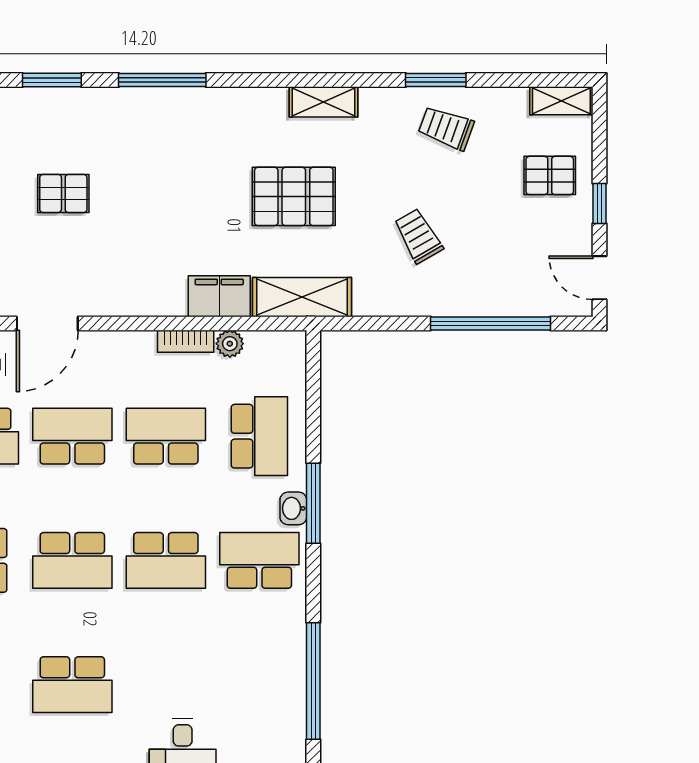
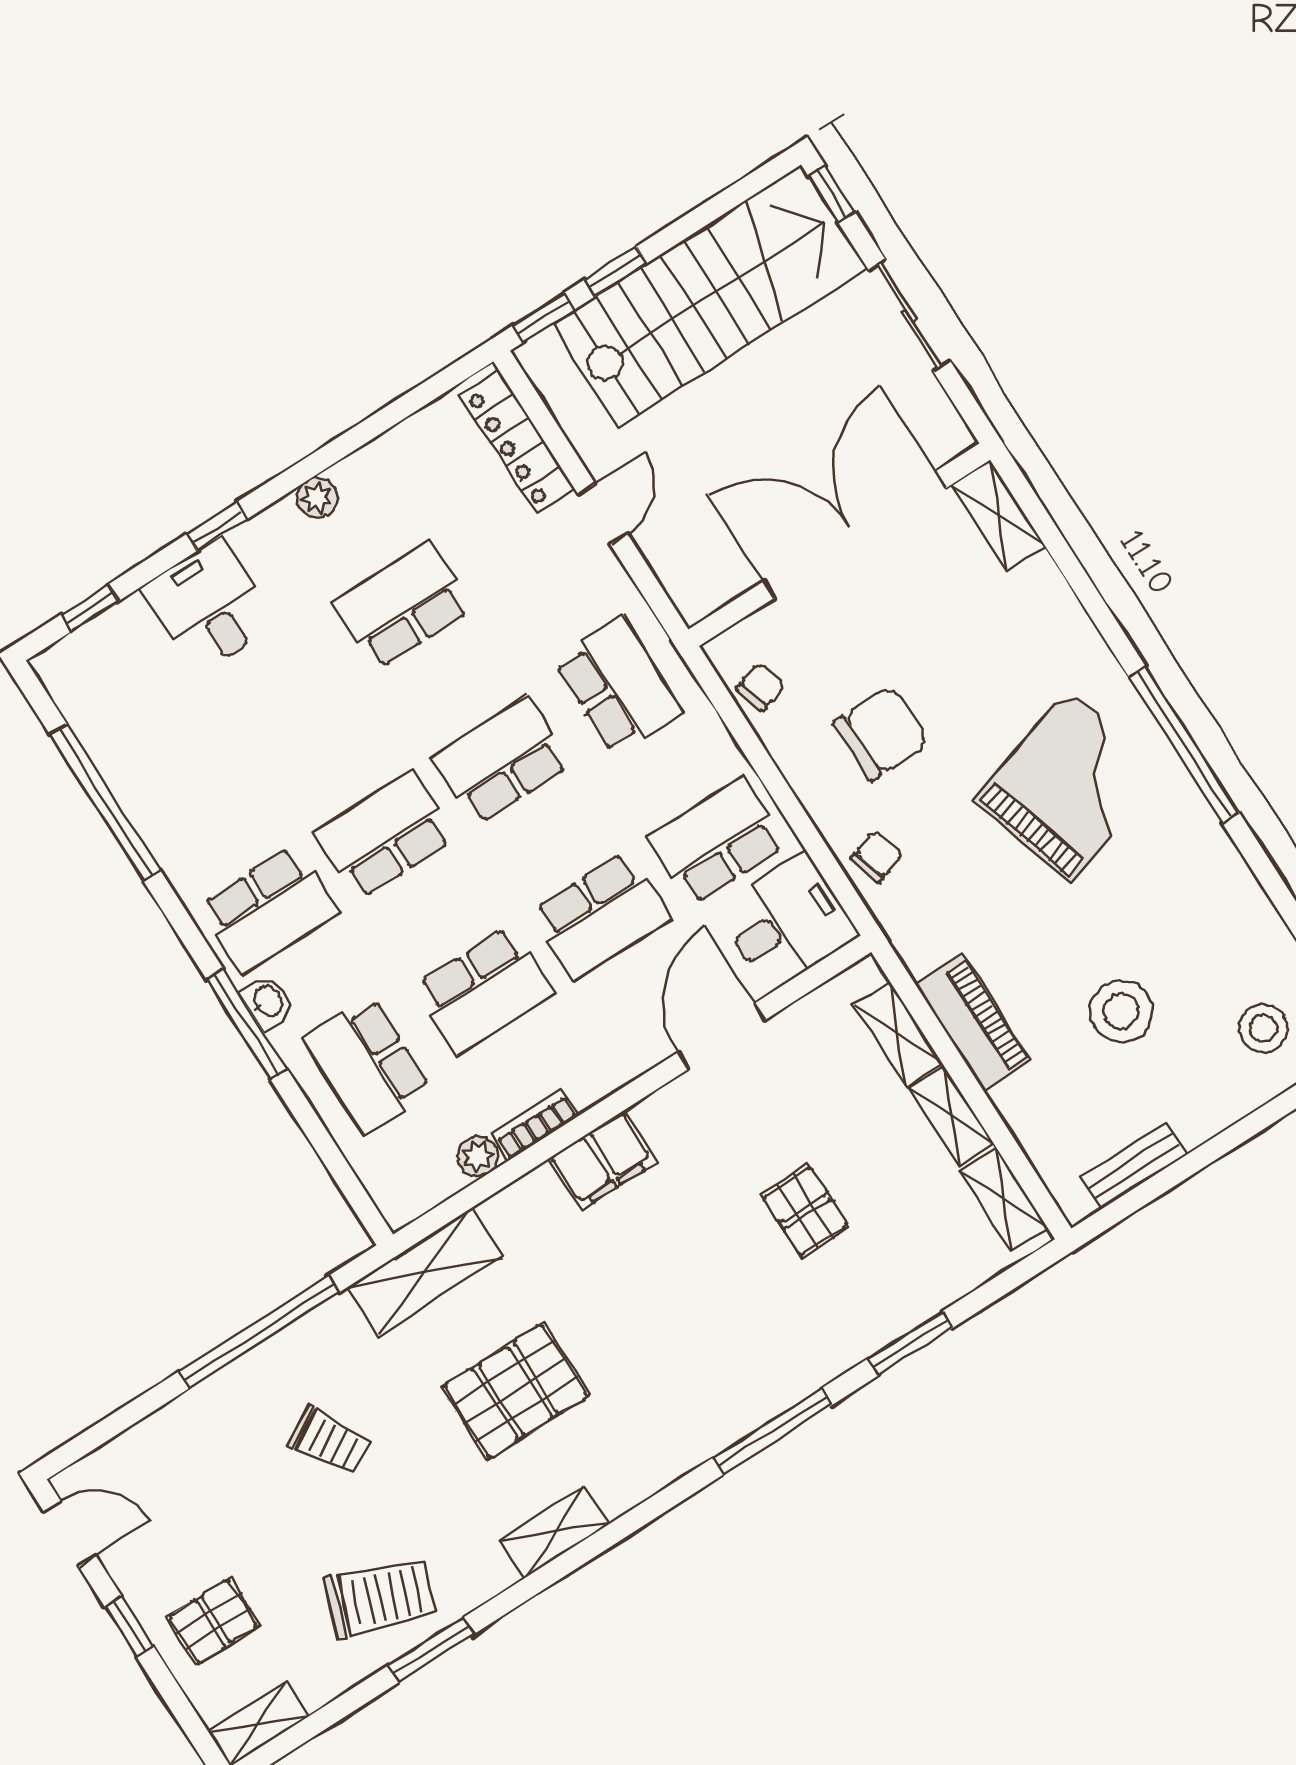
trolley: (446, 128) -> (380, 1598), width x1.36, depth x1.39
pallet: (63, 193) -> (805, 1211), turned 90
filing cabinet: (219, 296) -> (603, 1160), moved
window: (491, 323) -> (259, 1332), moved

